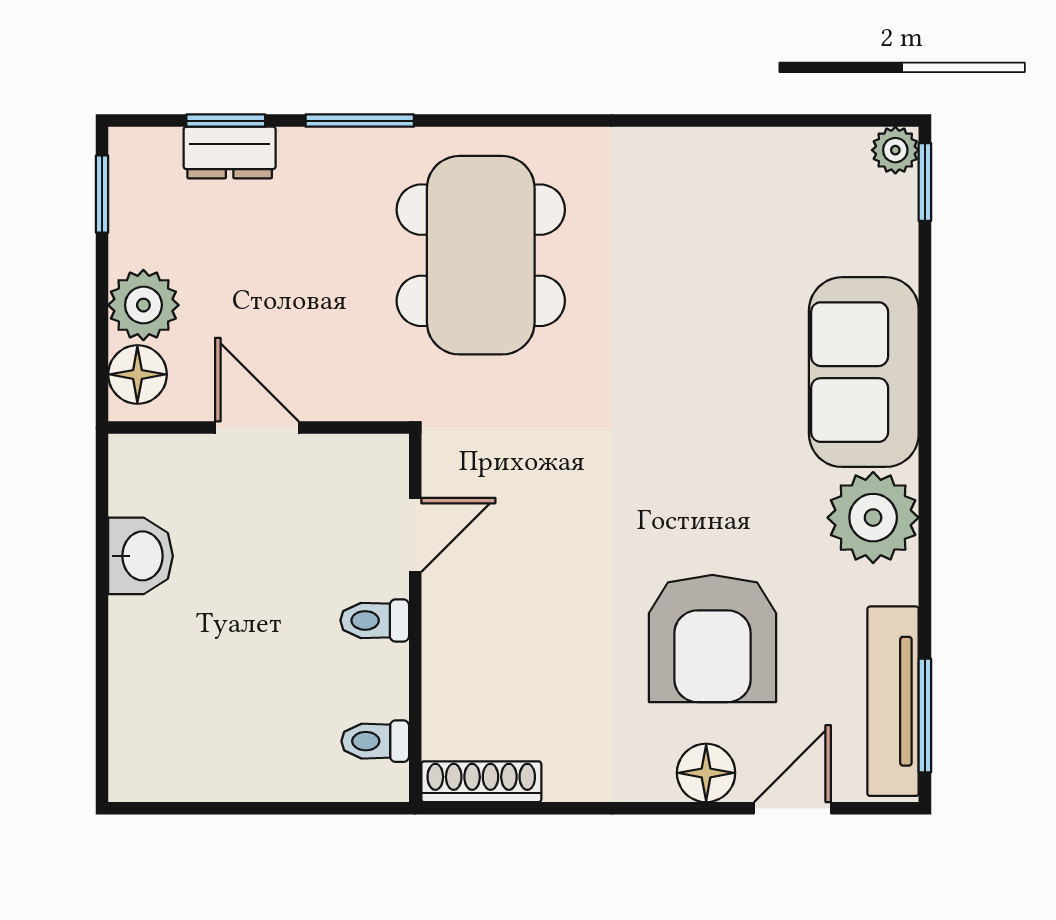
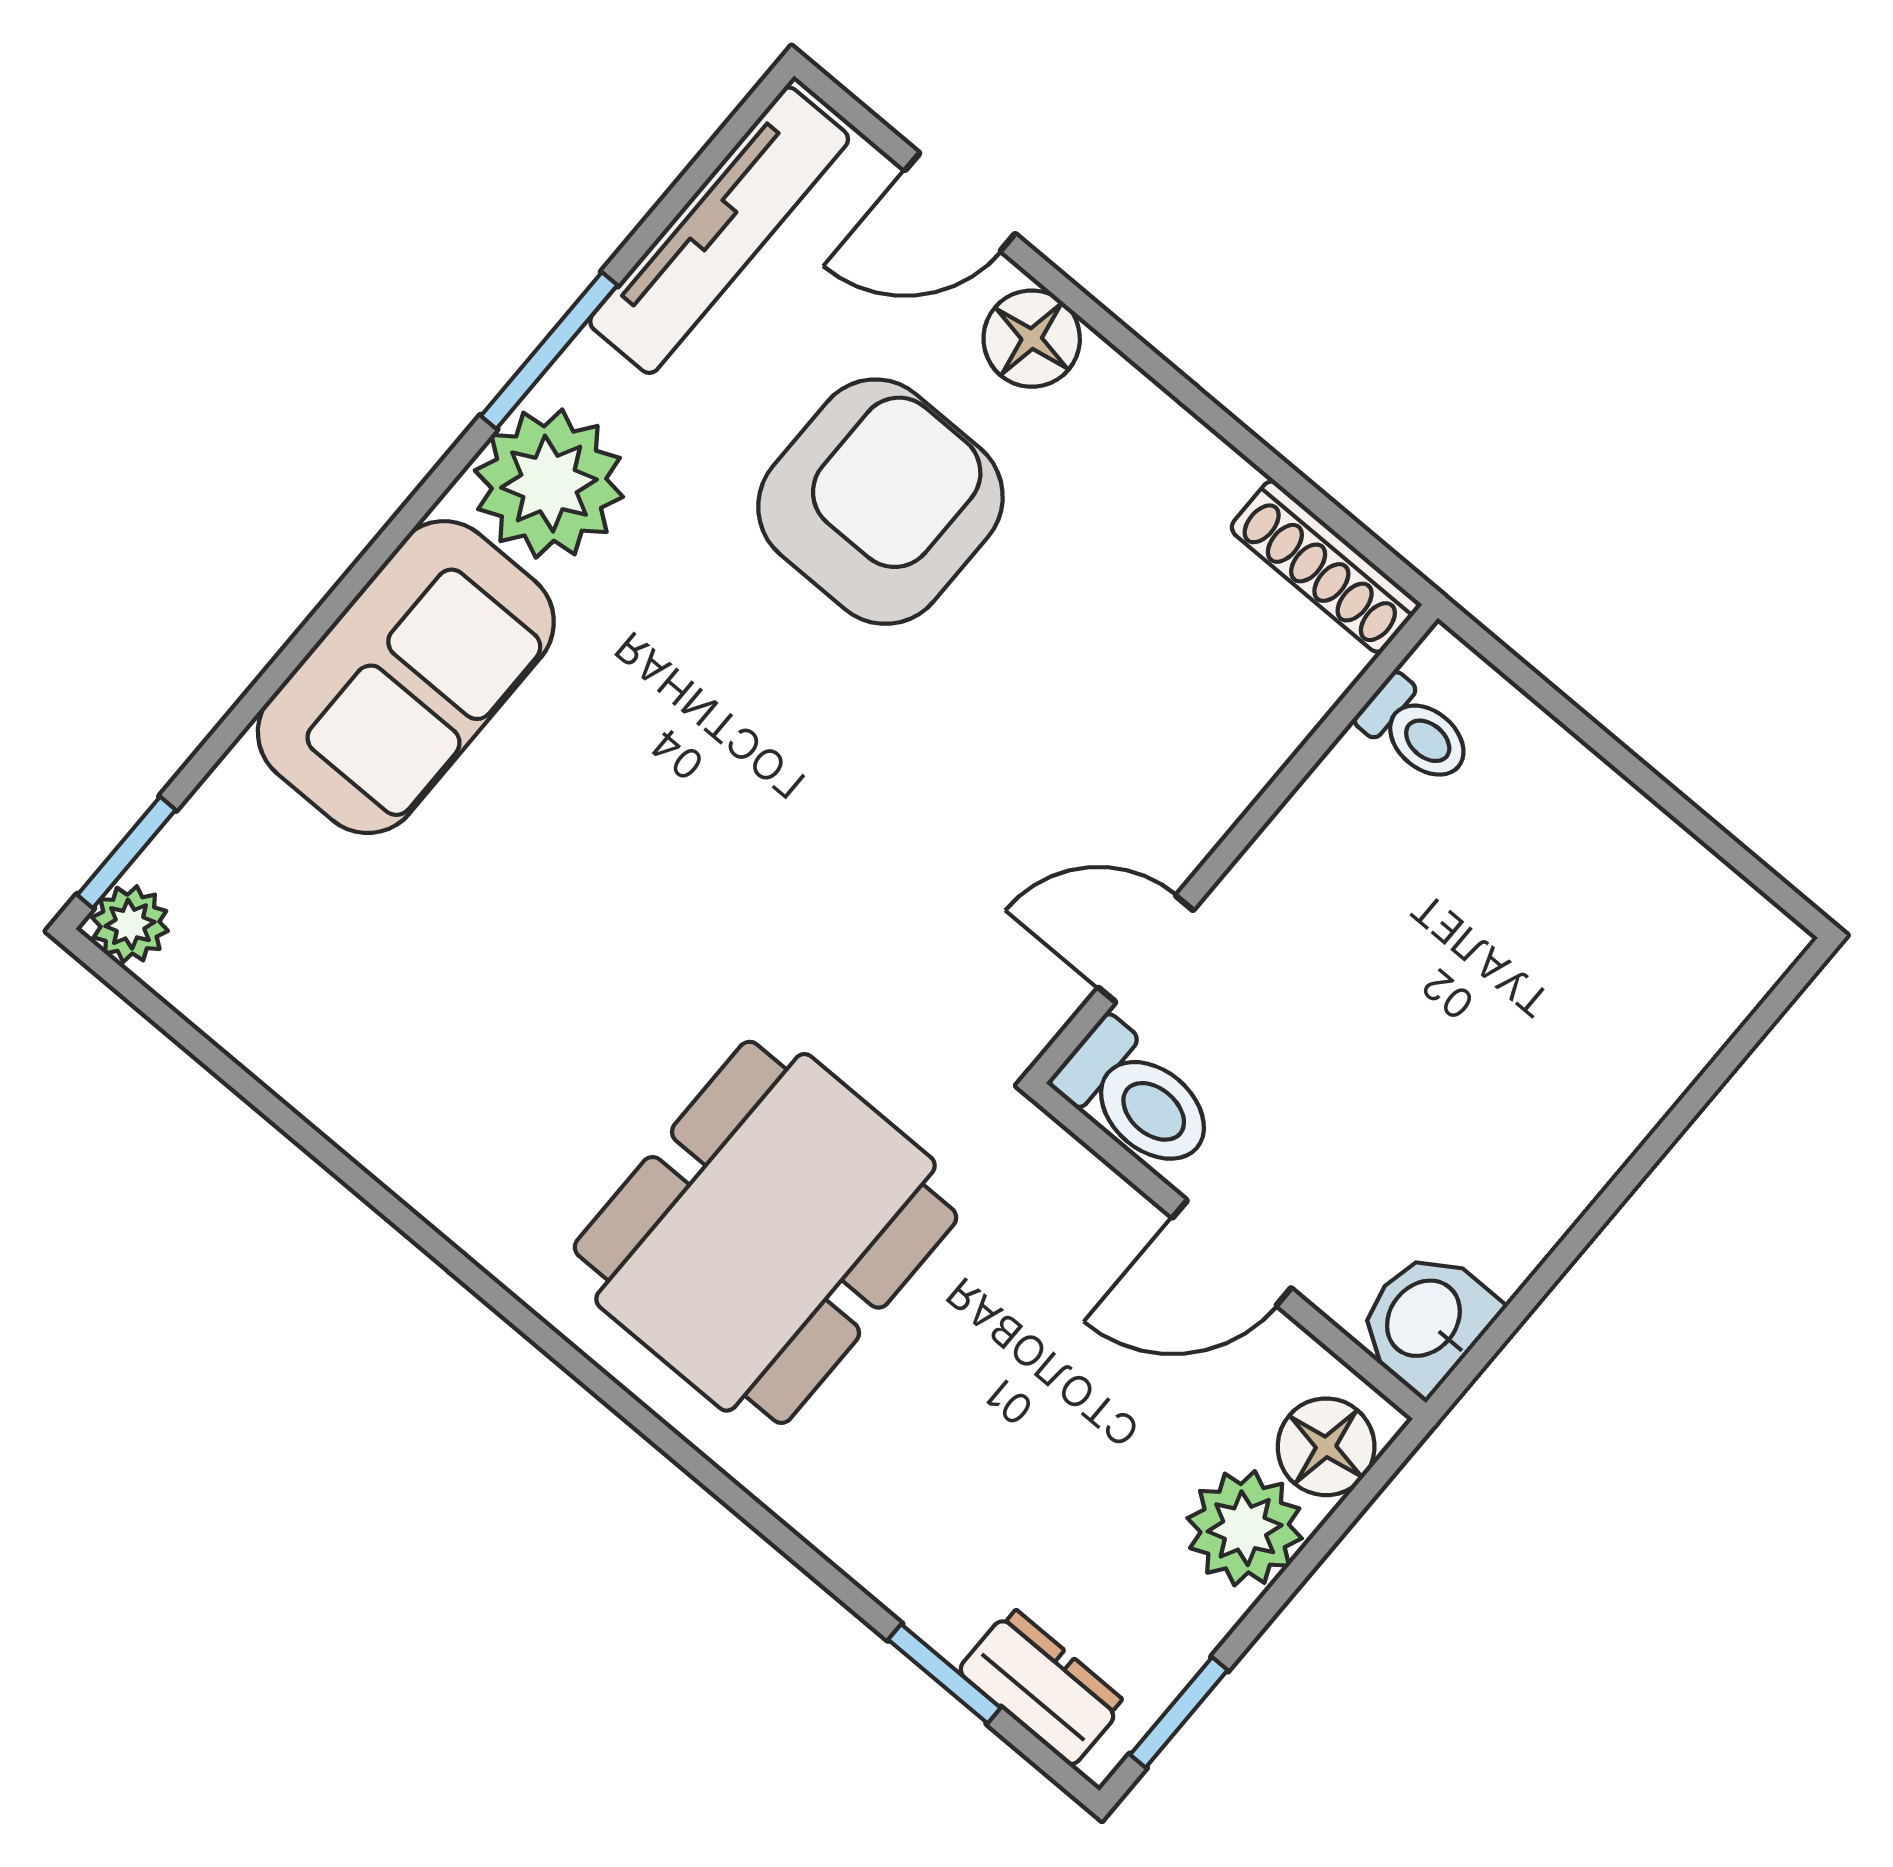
window: (360, 121) -> (775, 1531), removed
dresser: (230, 153) -> (1042, 1687), moved
door: (257, 428) -> (1232, 1253), hinge flipped
washbasin: (141, 556) -> (1426, 1320), moved
toilet: (375, 620) -> (1137, 1097), moved, width x1.37, depth x1.39
window: (925, 716) -> (549, 351), moved

